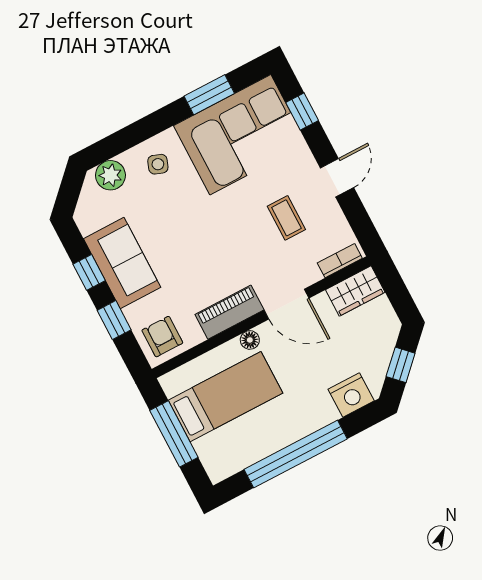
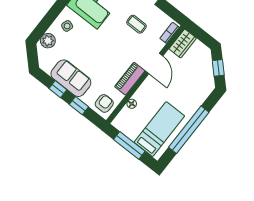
door: (287, 304) -> (154, 63), hinge flipped
armchair: (162, 337) -> (104, 103), turned 90
floor lamp: (250, 340) -> (132, 104), moved
nightstand: (351, 395) -> (202, 92), removed
bed: (225, 397) -> (159, 129), moved

